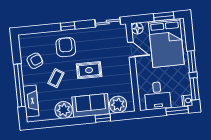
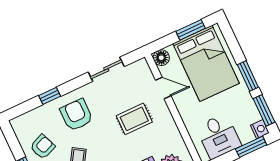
sliding door: (108, 22) -> (106, 69), moved
window: (68, 26) -> (50, 96), moved
rug: (89, 70) -> (134, 119), moved

